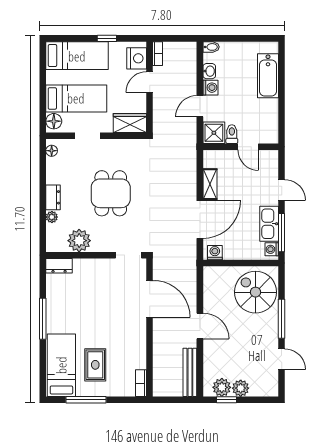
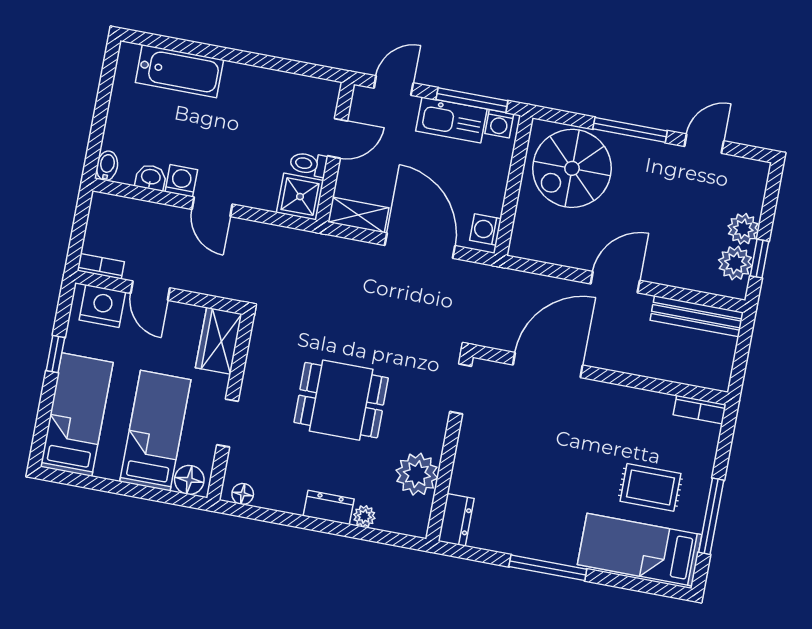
shower: (214, 133) -> (300, 197), moved
toilet: (232, 134) -> (309, 164), moved
wall: (241, 147) -> (335, 152), moved
door: (248, 147) -> (337, 138), moved

